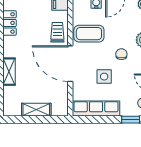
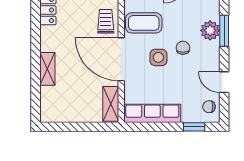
side table: (104, 77) -> (158, 57), moved
shelving: (36, 110) -> (111, 104), moved, turned 90

